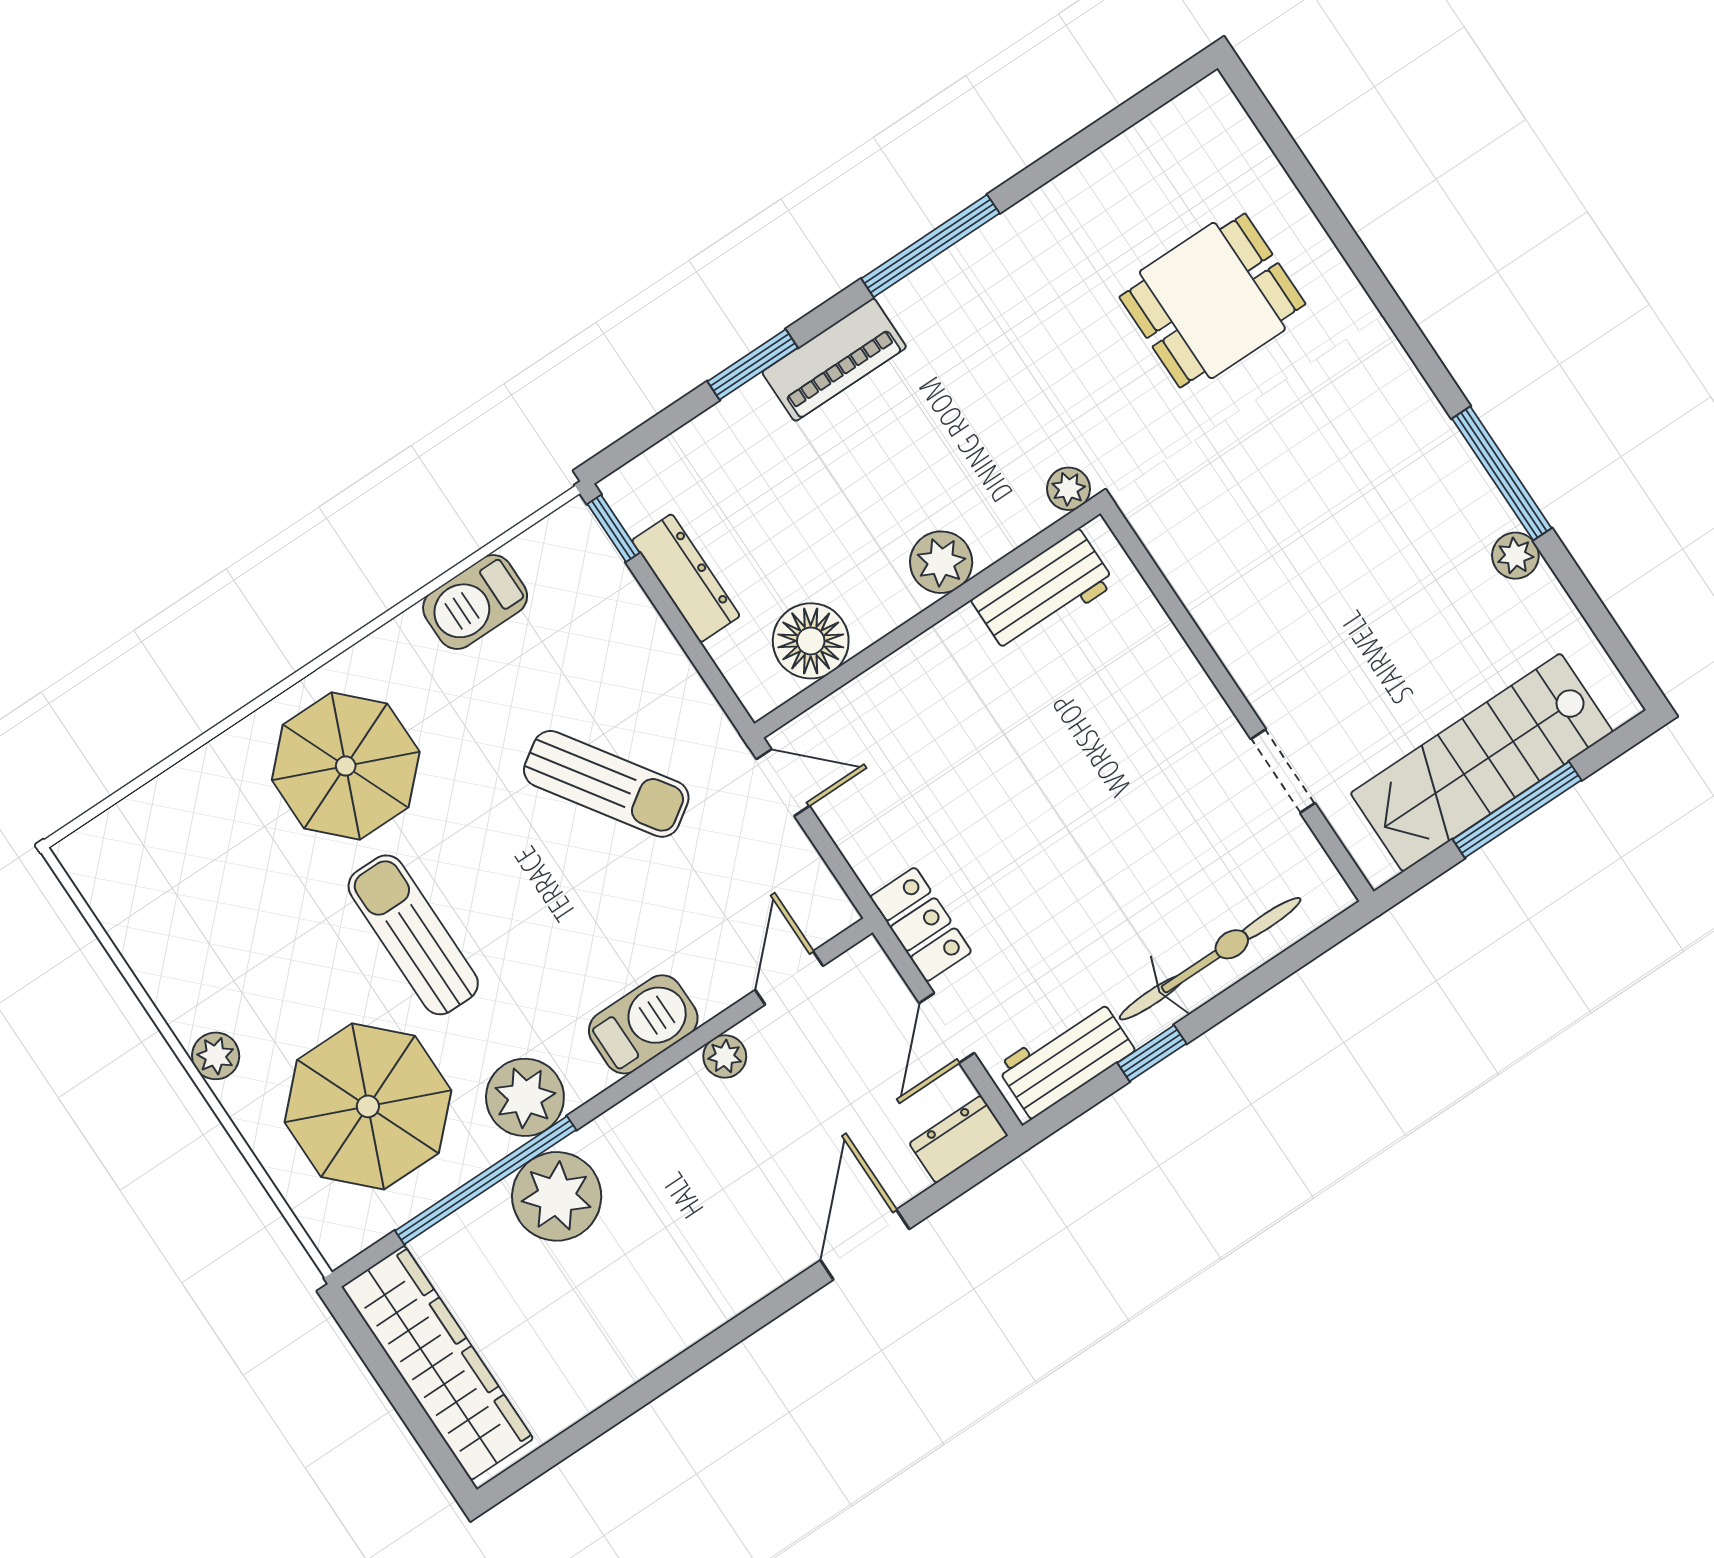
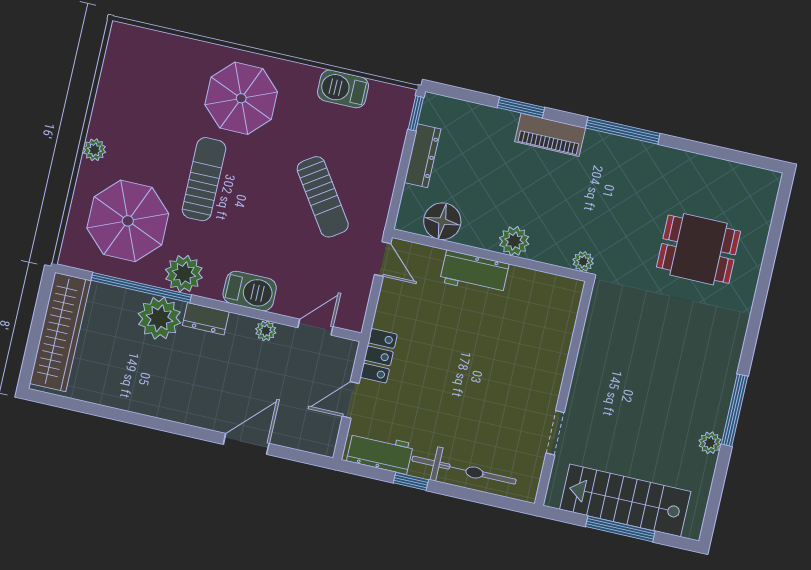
workbench: (1043, 592) -> (474, 273), moved
dresser: (959, 1139) -> (206, 319), moved, turned 180

